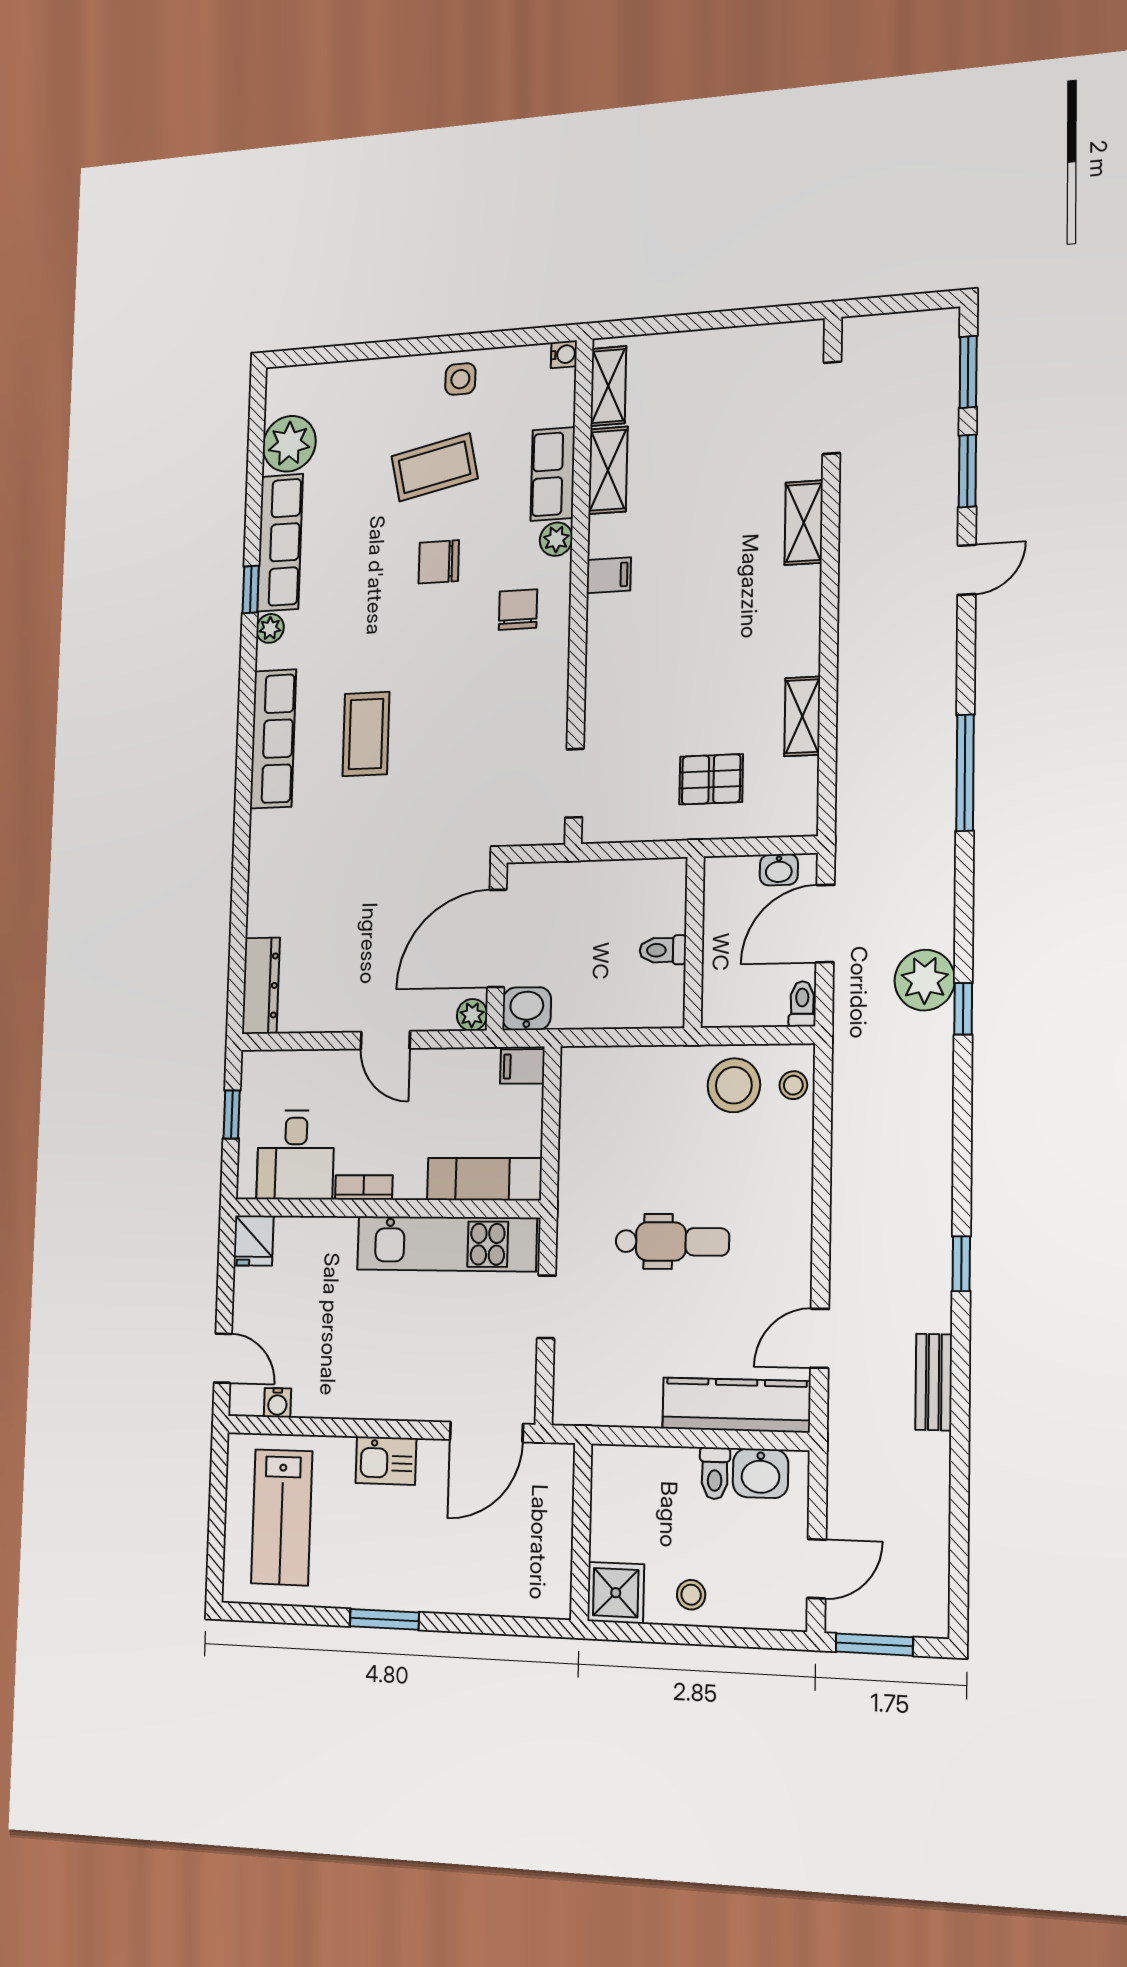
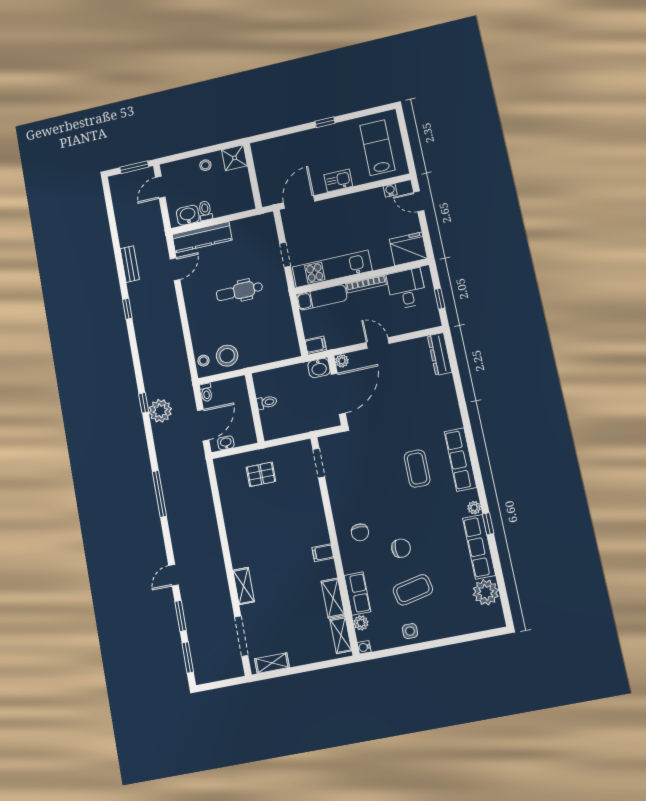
plant: (556, 539) -> (361, 623), moved
shelving: (802, 716) -> (272, 663), moved, turned 90
bookcase: (364, 1187) -> (366, 284), width x1.56
fridge: (254, 1241) -> (408, 249), width x1.88, depth x1.34
window: (384, 1619) -> (325, 122), width x0.67

